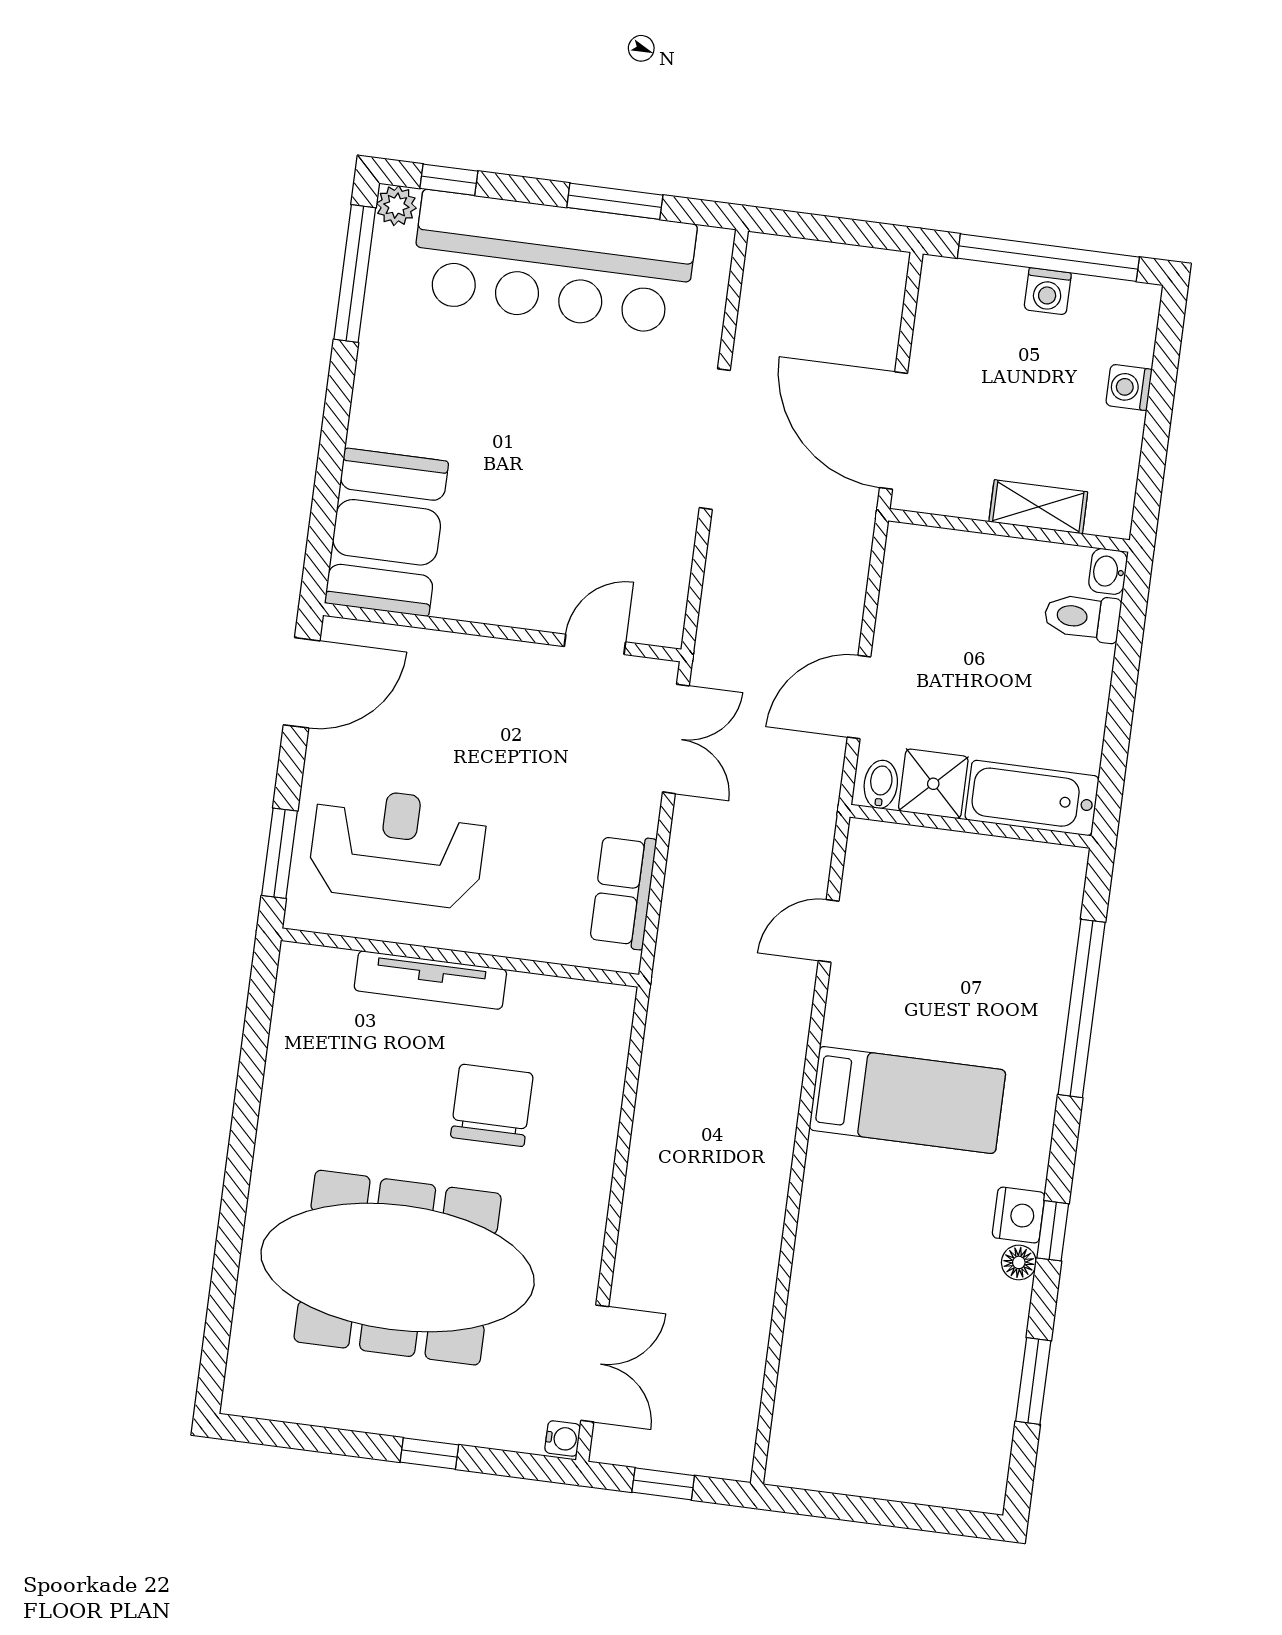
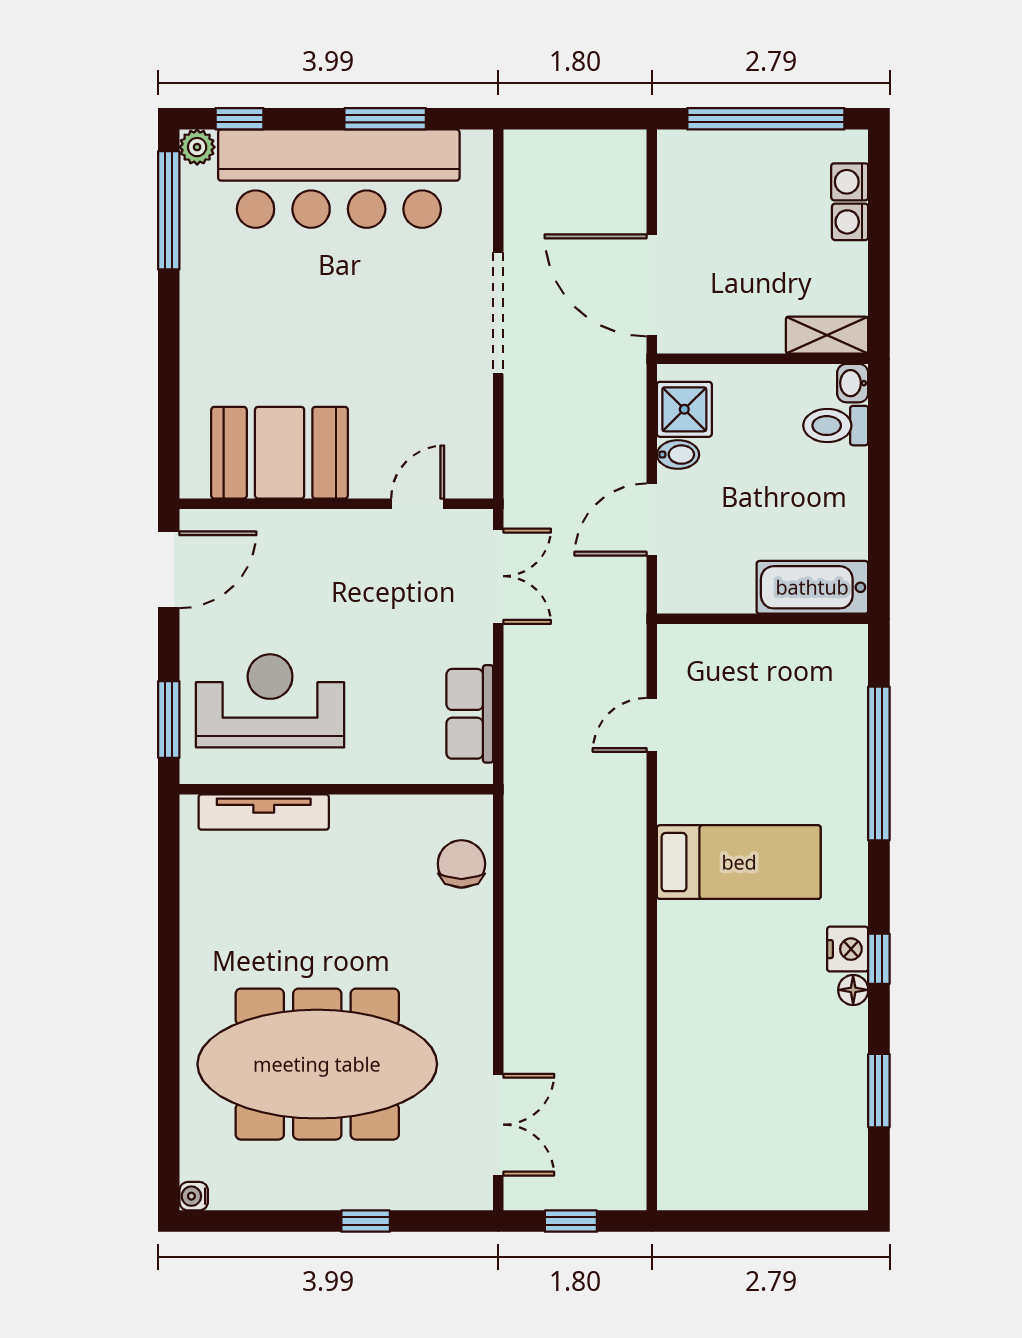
washing machine: (1048, 291) -> (850, 182), moved, turned 90
shelving: (1038, 507) -> (827, 335), moved
booth: (387, 532) -> (280, 453), moved, turned 90
bidet: (881, 784) -> (678, 455), moved, turned 90
shower: (933, 784) -> (684, 409), moved
tv unit: (430, 980) -> (264, 812), moved
chair: (492, 1105) -> (461, 864), moved, width x0.73, depth x0.73
water cooler: (563, 1439) -> (194, 1196), moved, turned 180

